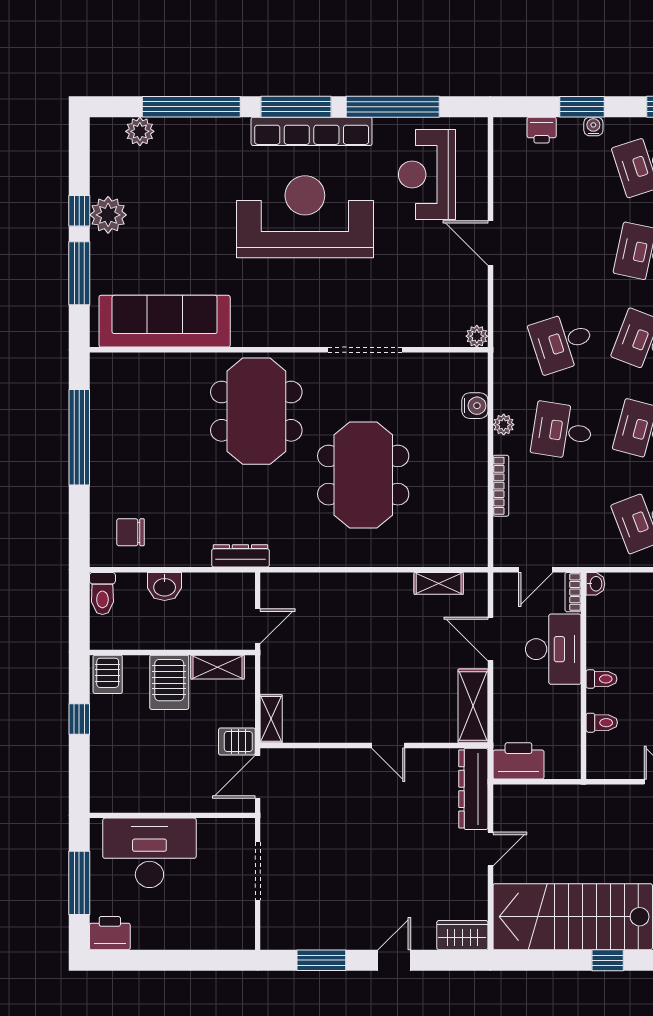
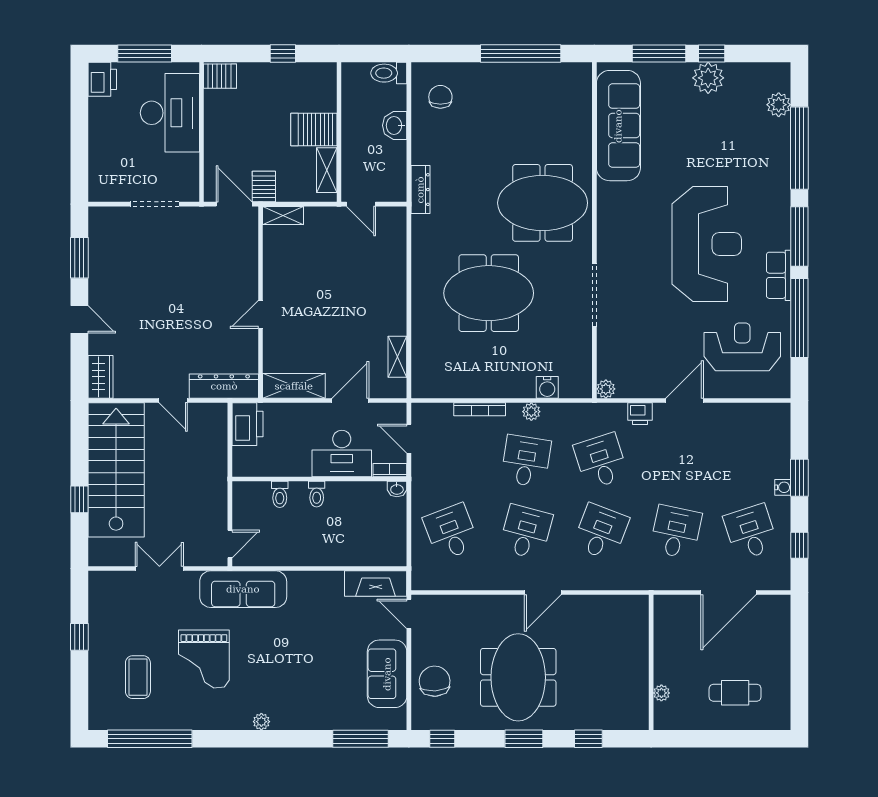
printer: (542, 130) -> (640, 414), moved, turned -90
row of seats: (312, 131) -> (779, 275), width x0.50
server rack: (108, 674) -> (220, 76), moved, turned 180

